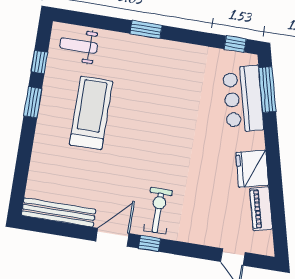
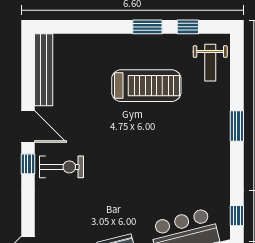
weight bench: (79, 46) -> (210, 63), turned 180

